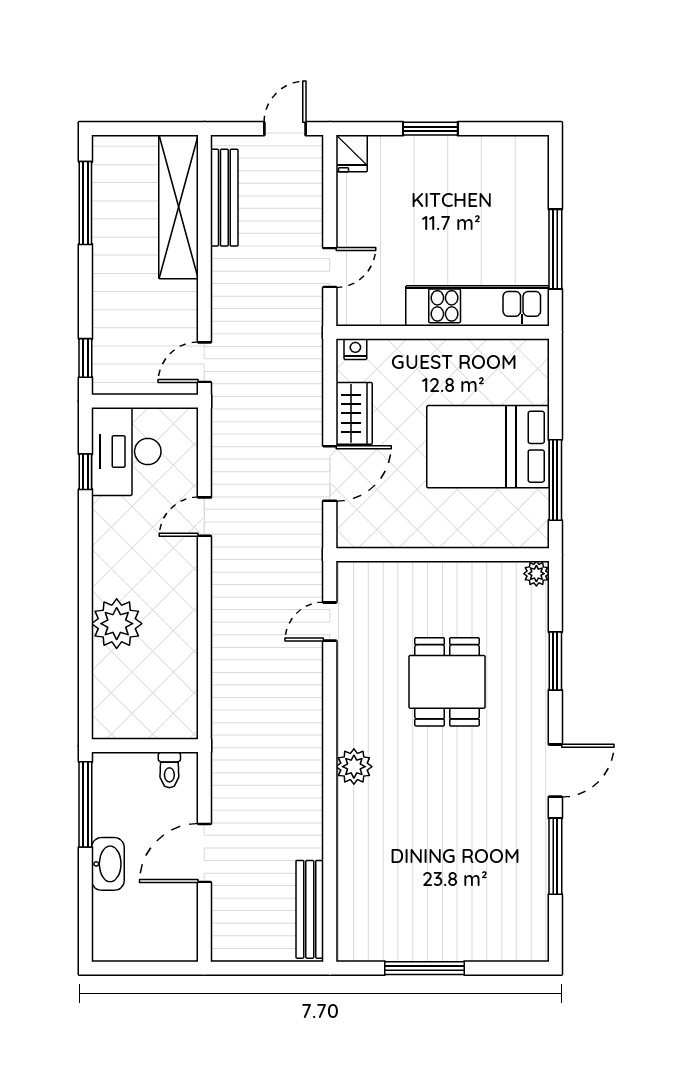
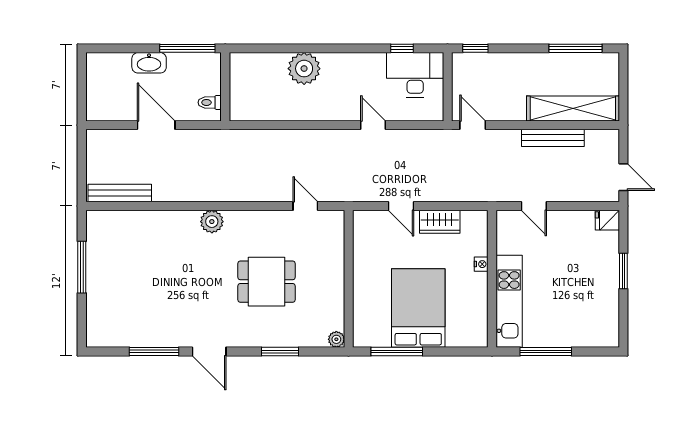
bench: (224, 198) -> (553, 138), moved
nightstand: (355, 349) -> (481, 264), moved
door: (330, 473) -> (401, 206), width x0.73

